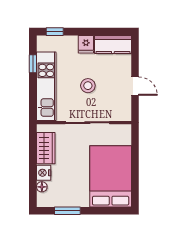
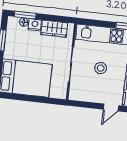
door: (135, 86) -> (111, 107), moved
window: (33, 186) -> (25, 15), added

